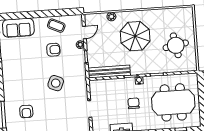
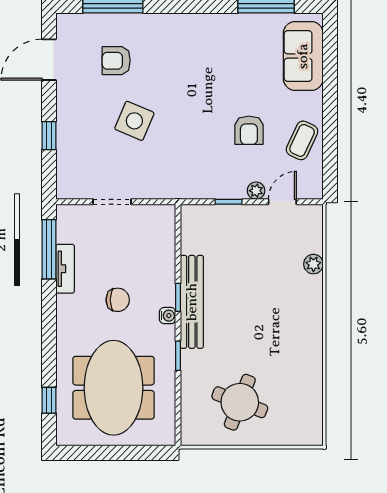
door: (84, 32) -> (282, 202), swing flipped
parasol: (135, 36) -> (266, 314), removed
round table: (176, 45) -> (240, 402), turned 31
bench: (109, 72) -> (192, 302), moved
side table: (56, 83) -> (134, 121), moved

